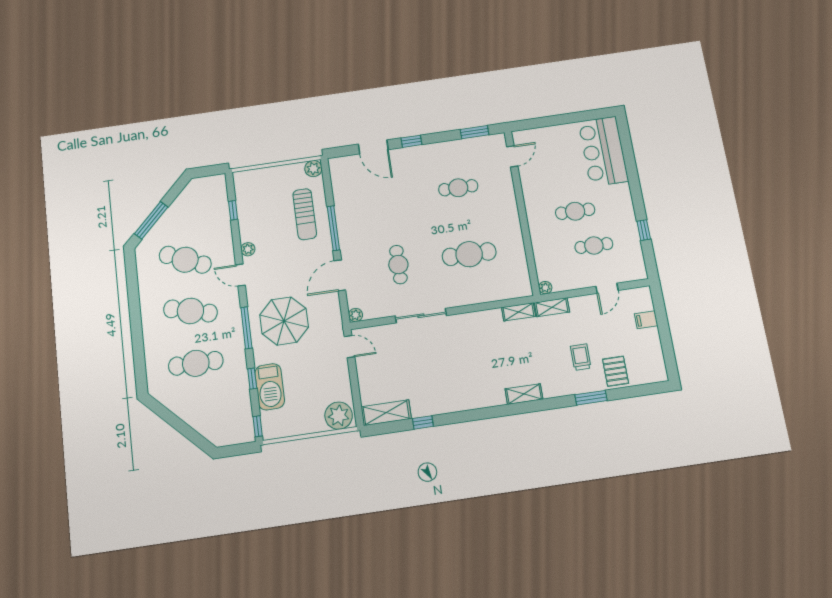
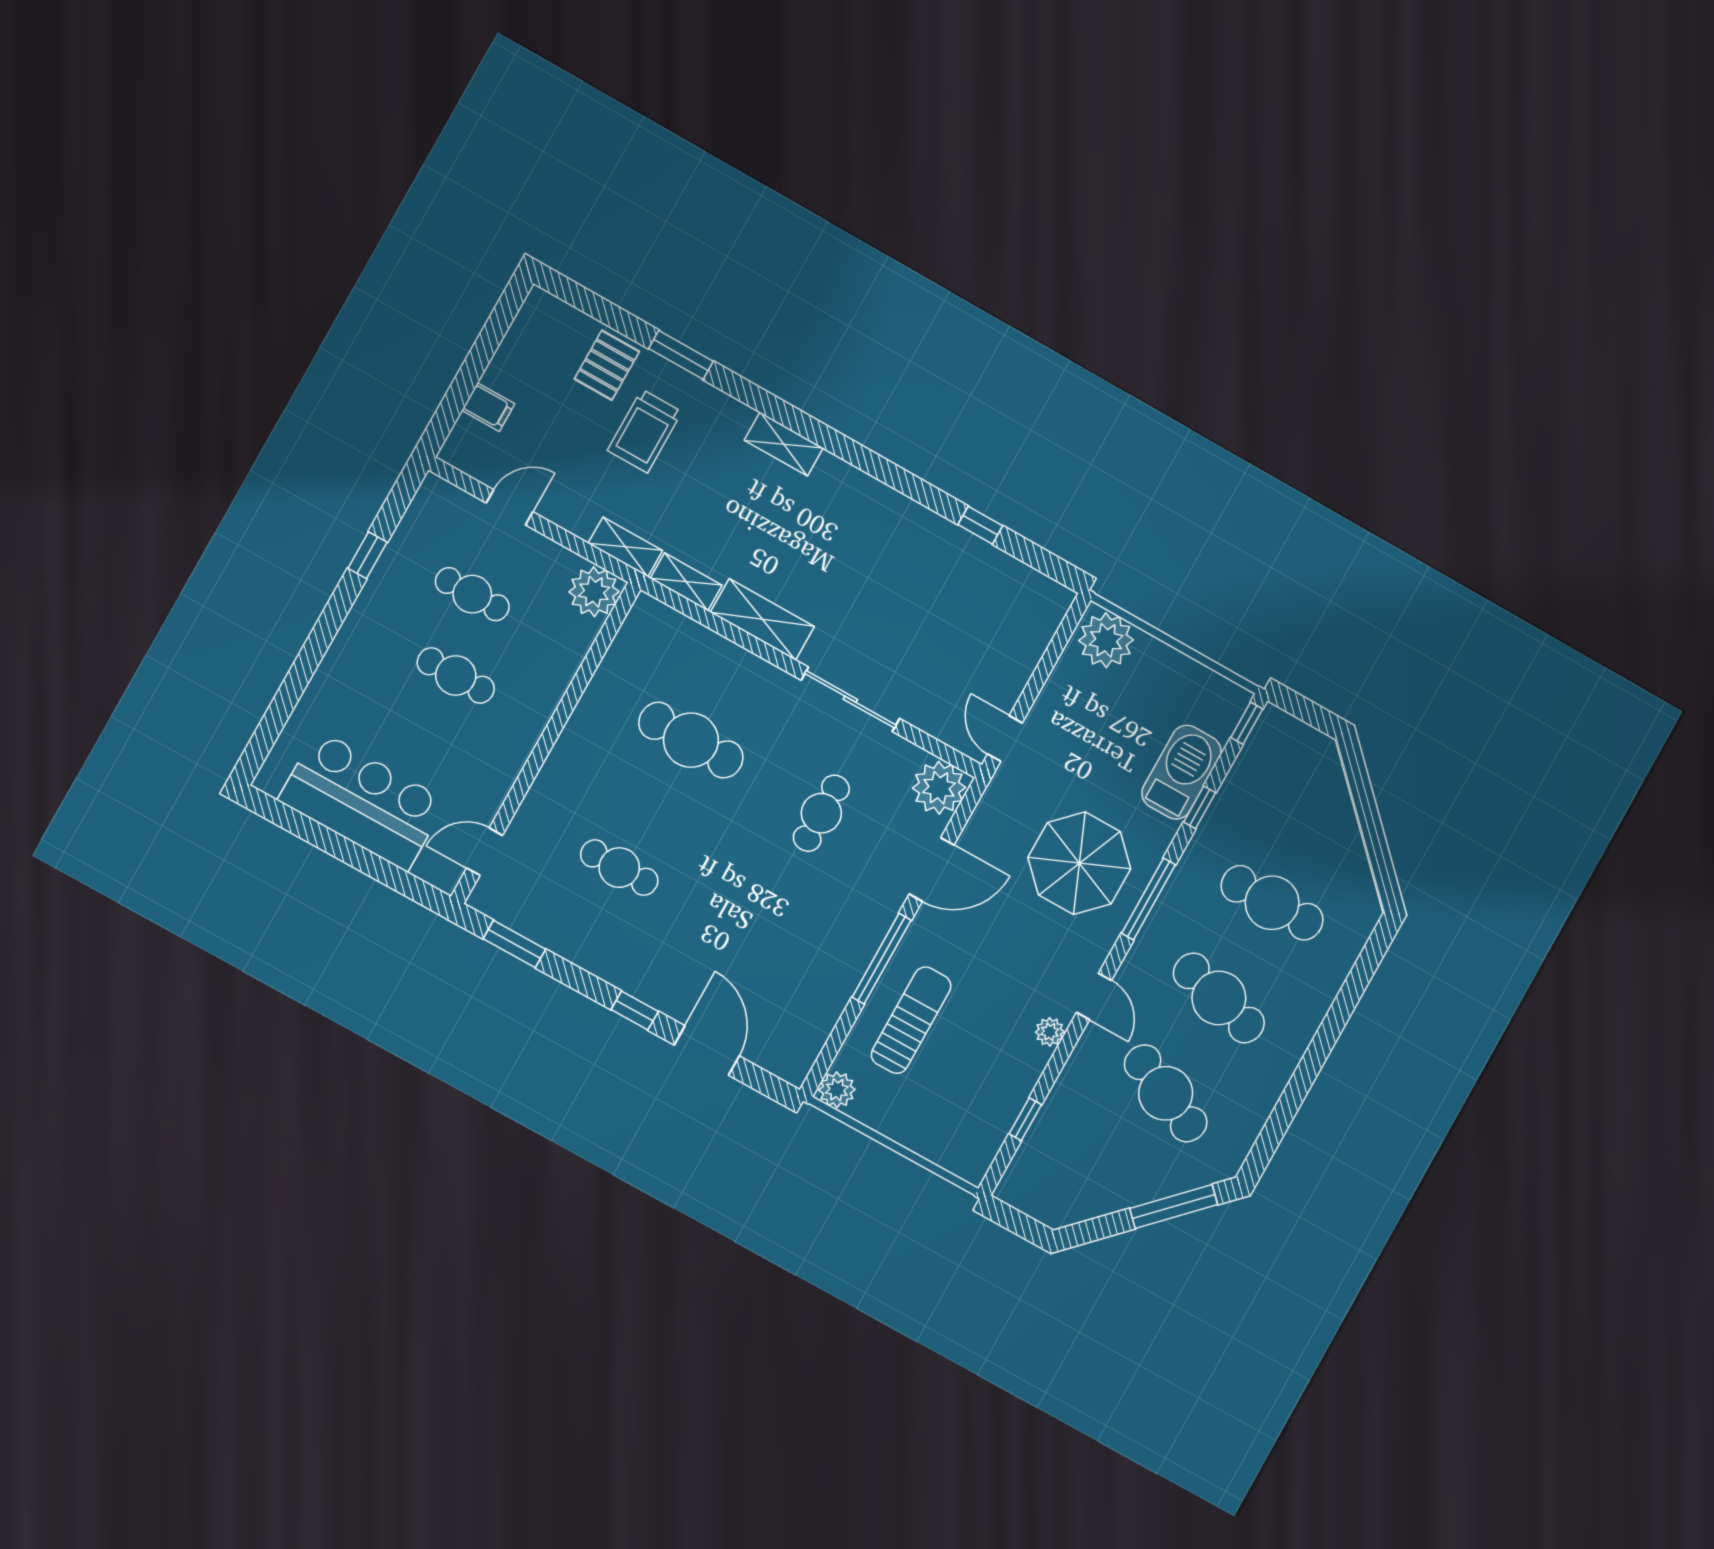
bar counter: (603, 151) -> (362, 801), moved, turned -90
plant: (545, 288) -> (594, 592), width x1.87, depth x1.87
plant: (356, 315) -> (939, 788), width x1.87, depth x1.87
trolley: (581, 357) -> (645, 431), width x1.36, depth x1.39
shelving: (386, 413) -> (762, 619), moved

